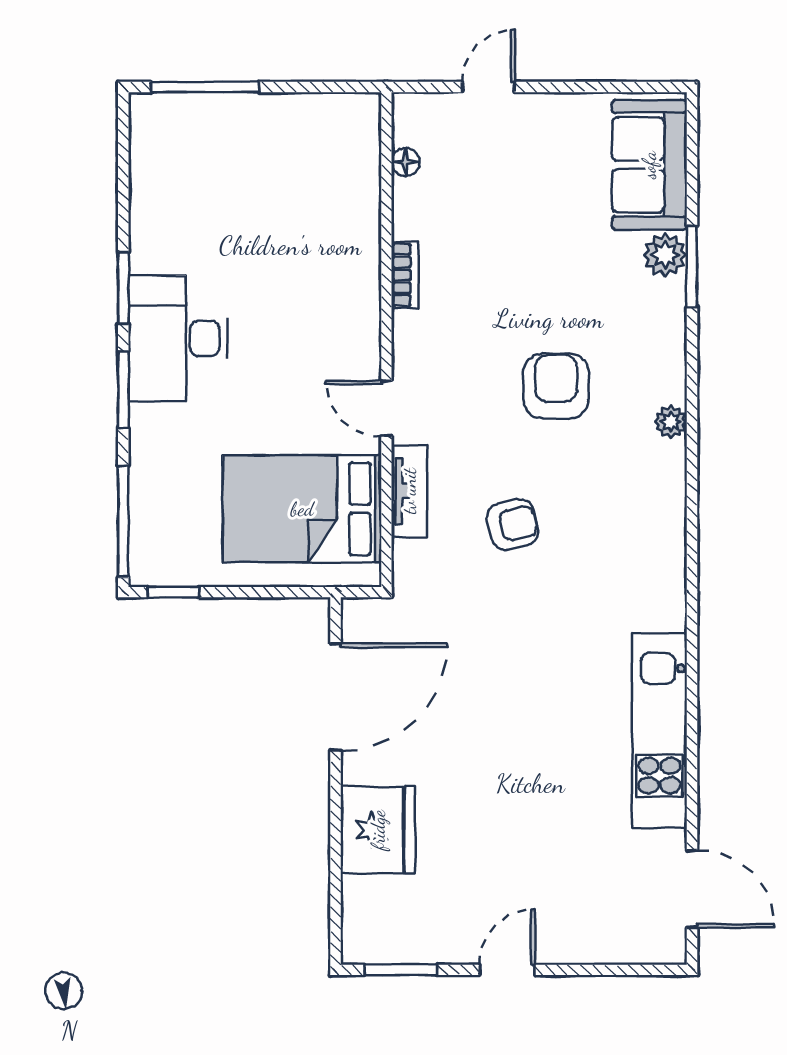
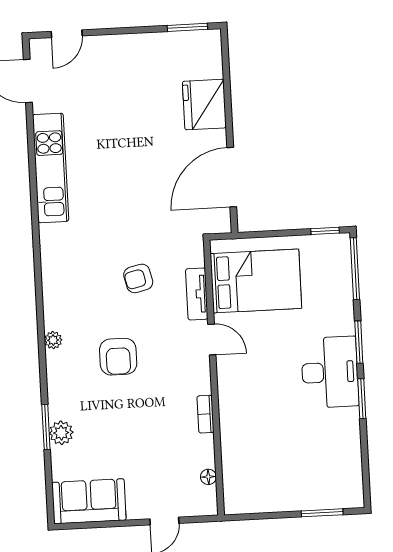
window: (205, 87) -> (322, 513), width x0.69
sofa: (649, 165) -> (89, 501), moved, turned -90
door: (507, 970) -> (67, 34), moved

